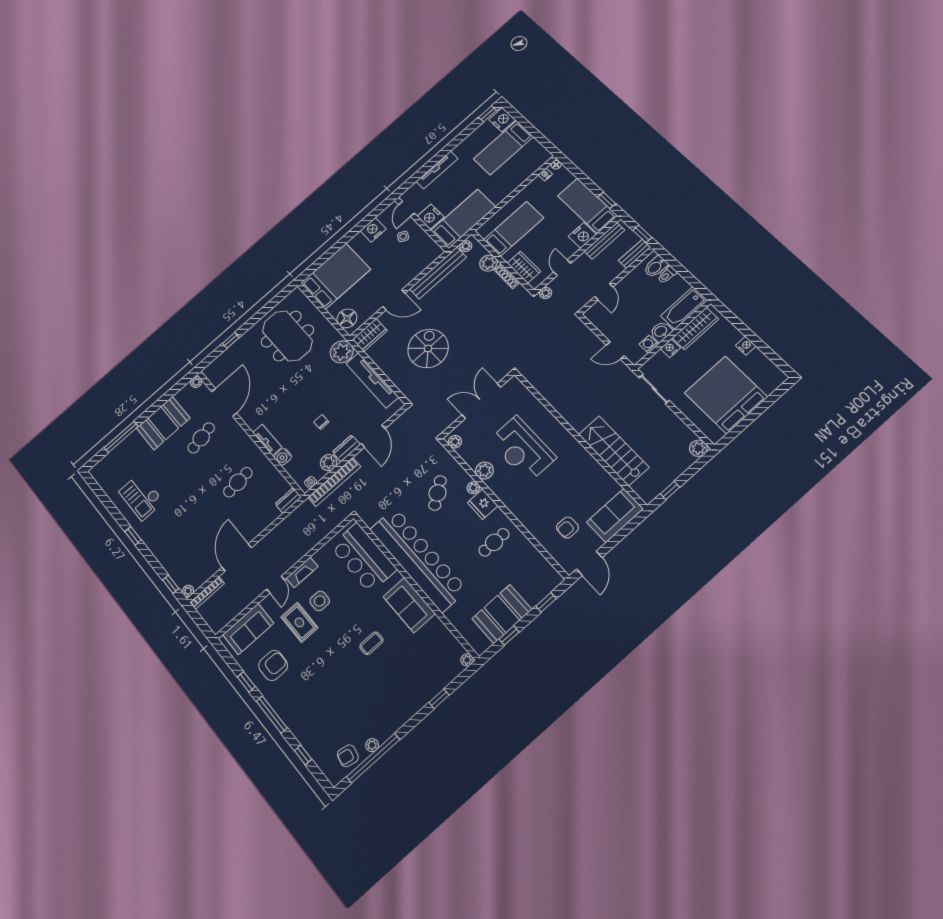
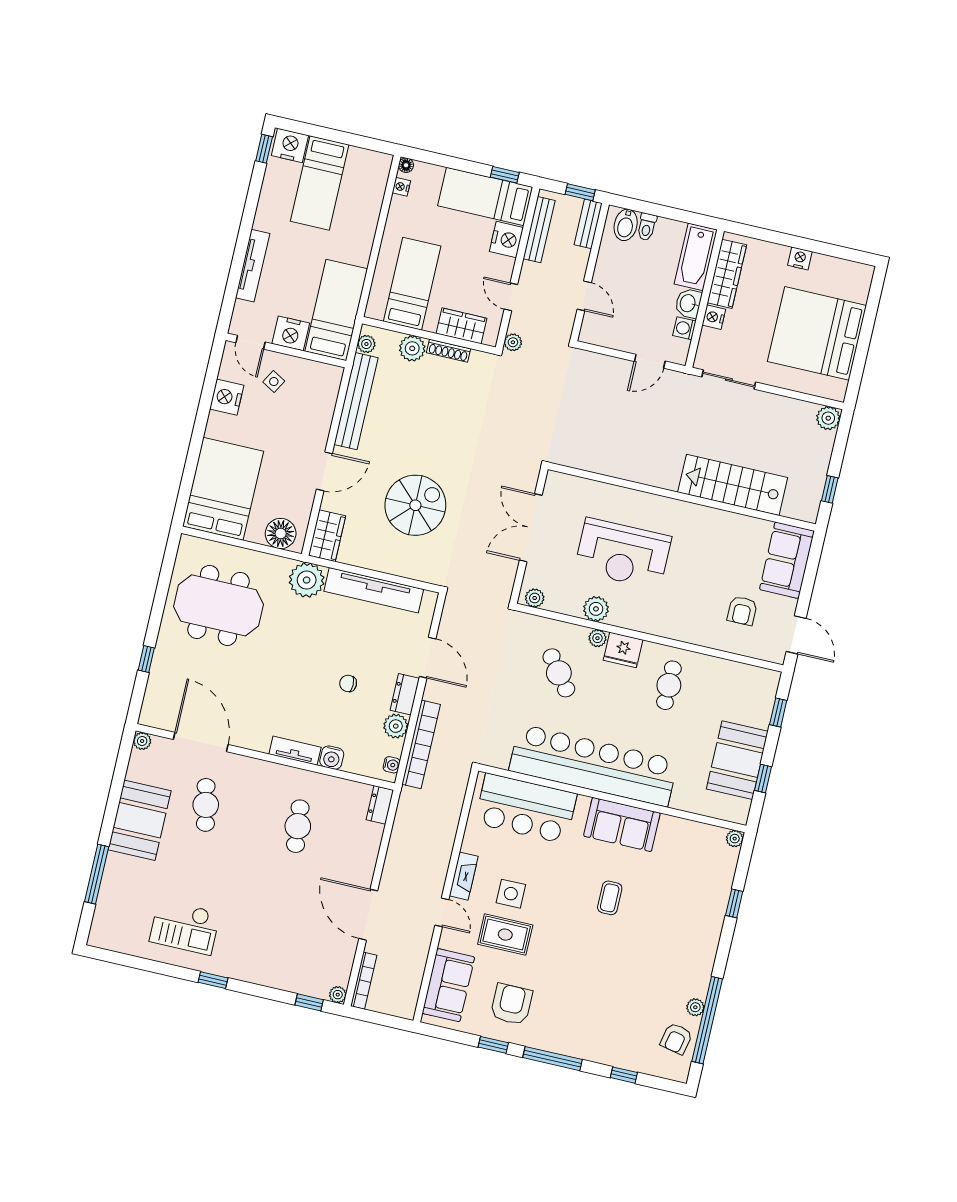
spiral stairs: (428, 348) -> (415, 505), turned 90

